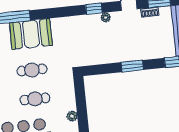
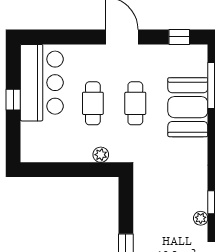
plant: (72, 116) -> (101, 155), moved

